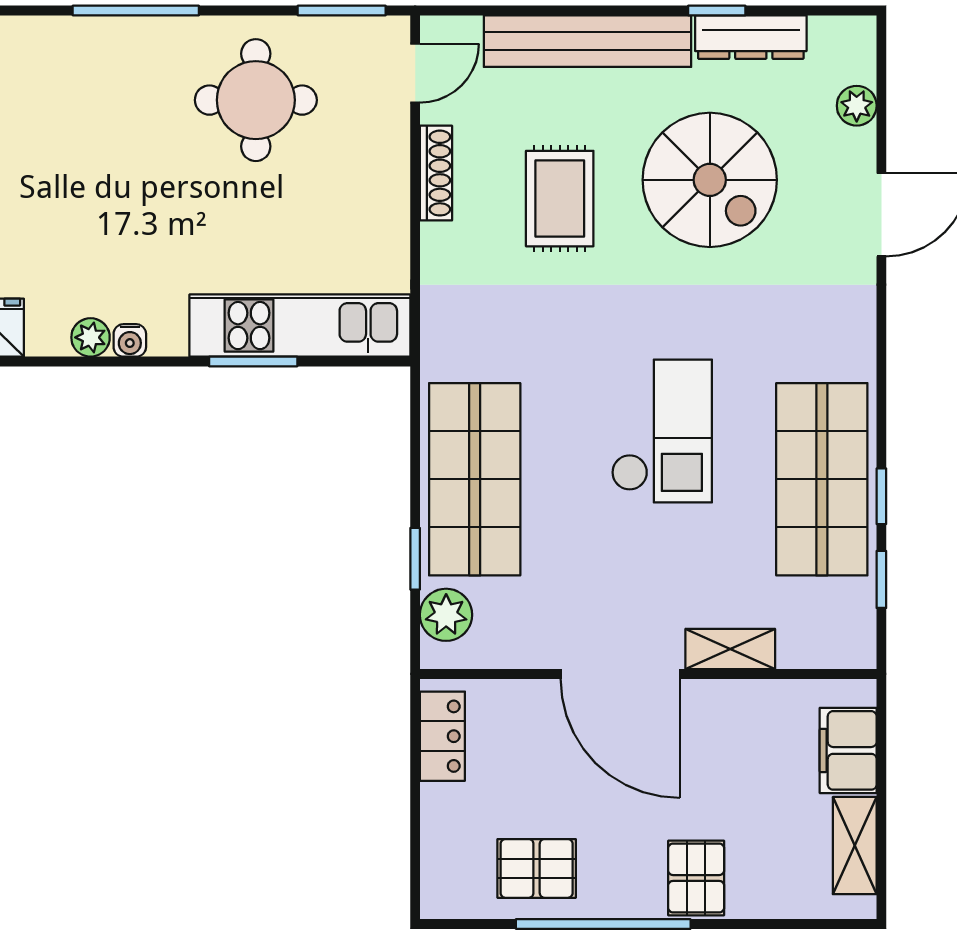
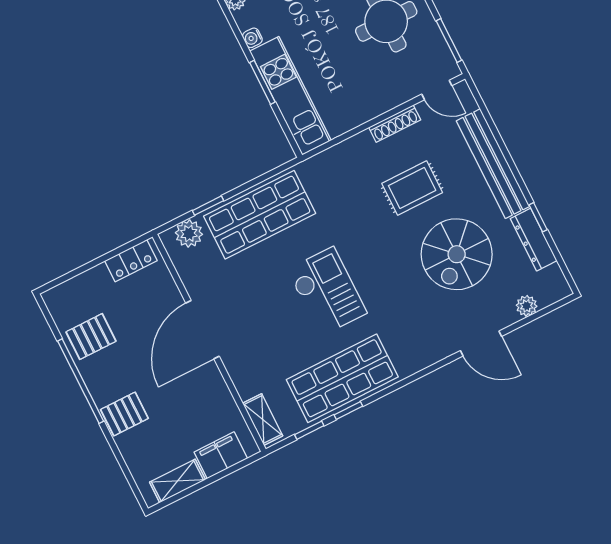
water cooler: (130, 340) -> (252, 38), moved
checkout: (662, 431) -> (327, 291), turned -90
shelving: (730, 649) -> (263, 419), moved
pallet: (537, 868) -> (91, 337), turned 90

